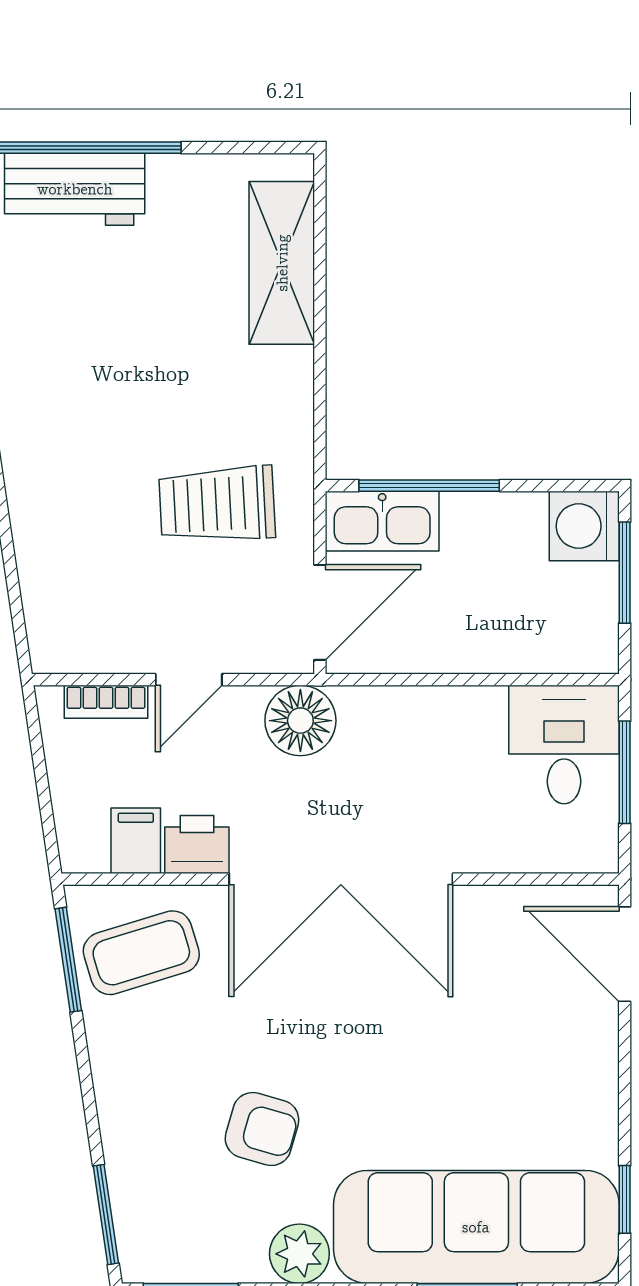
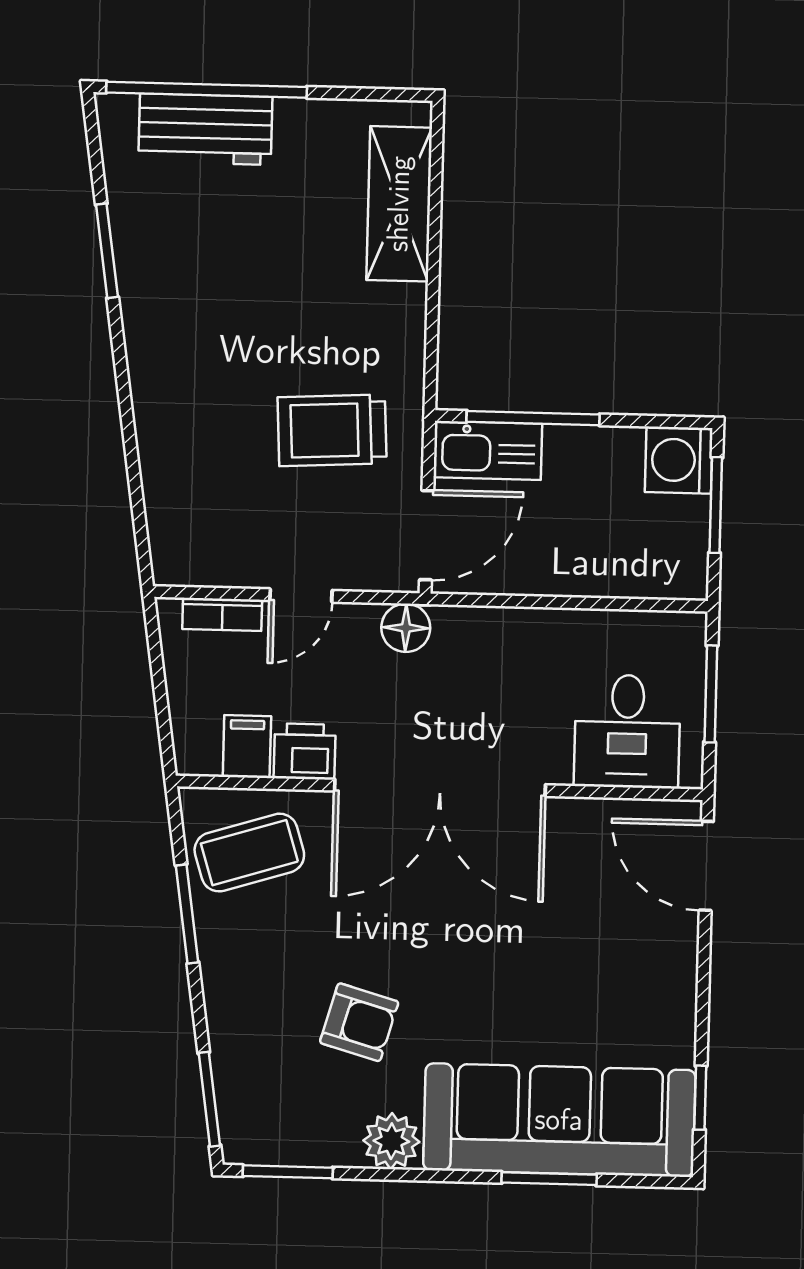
floor lamp: (300, 721) -> (406, 628), width x0.73, depth x0.73
desk: (564, 745) -> (627, 731), moved, turned 180
window: (68, 960) -> (187, 914), moved

